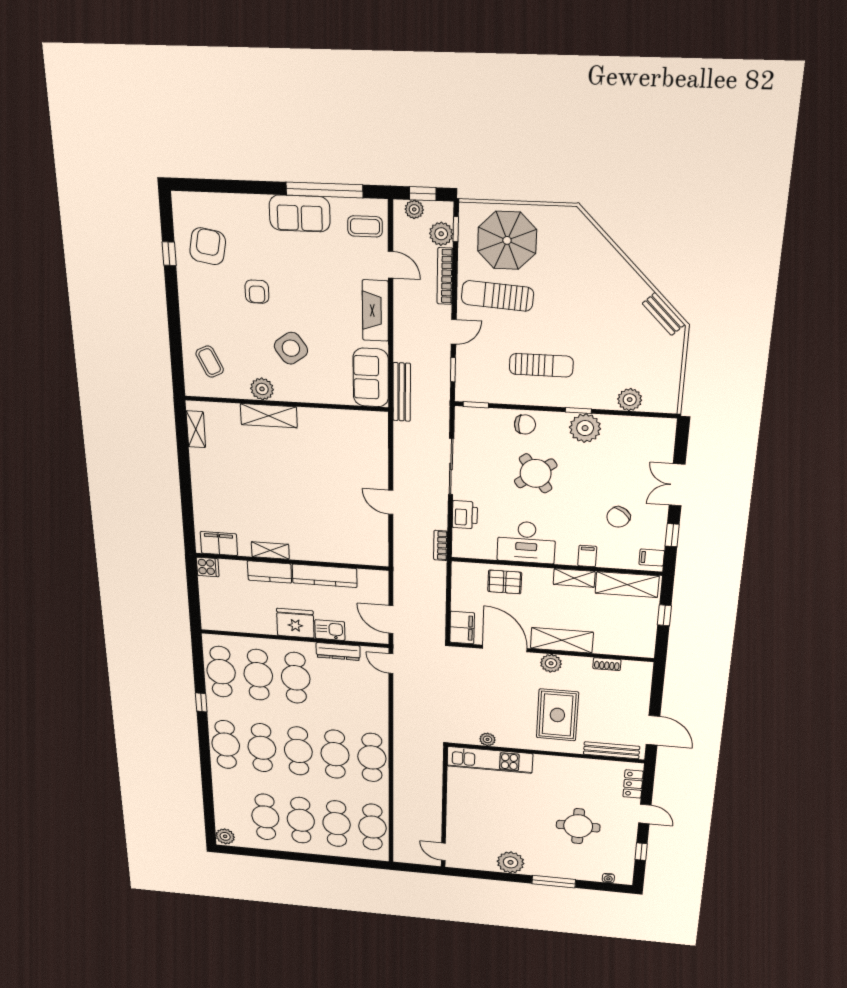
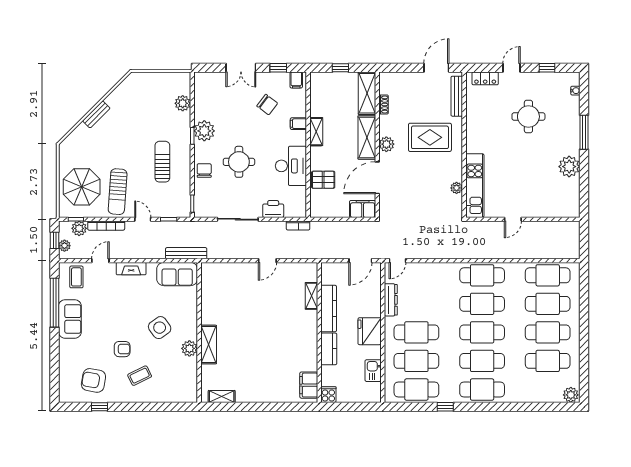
fireplace: (375, 311) -> (131, 269), width x0.73, depth x0.76
bench: (663, 314) -> (96, 114), moved
coffee table: (210, 362) -> (140, 376), moved
round table: (536, 473) -> (239, 162), turned 36
shelving: (270, 551) -> (311, 296), moved
pallet: (505, 582) -> (323, 180), turned 90
shelving: (627, 585) -> (367, 93), moved
kitchen sink: (330, 630) -> (373, 371), moved
door: (443, 852) -> (513, 219), moved

